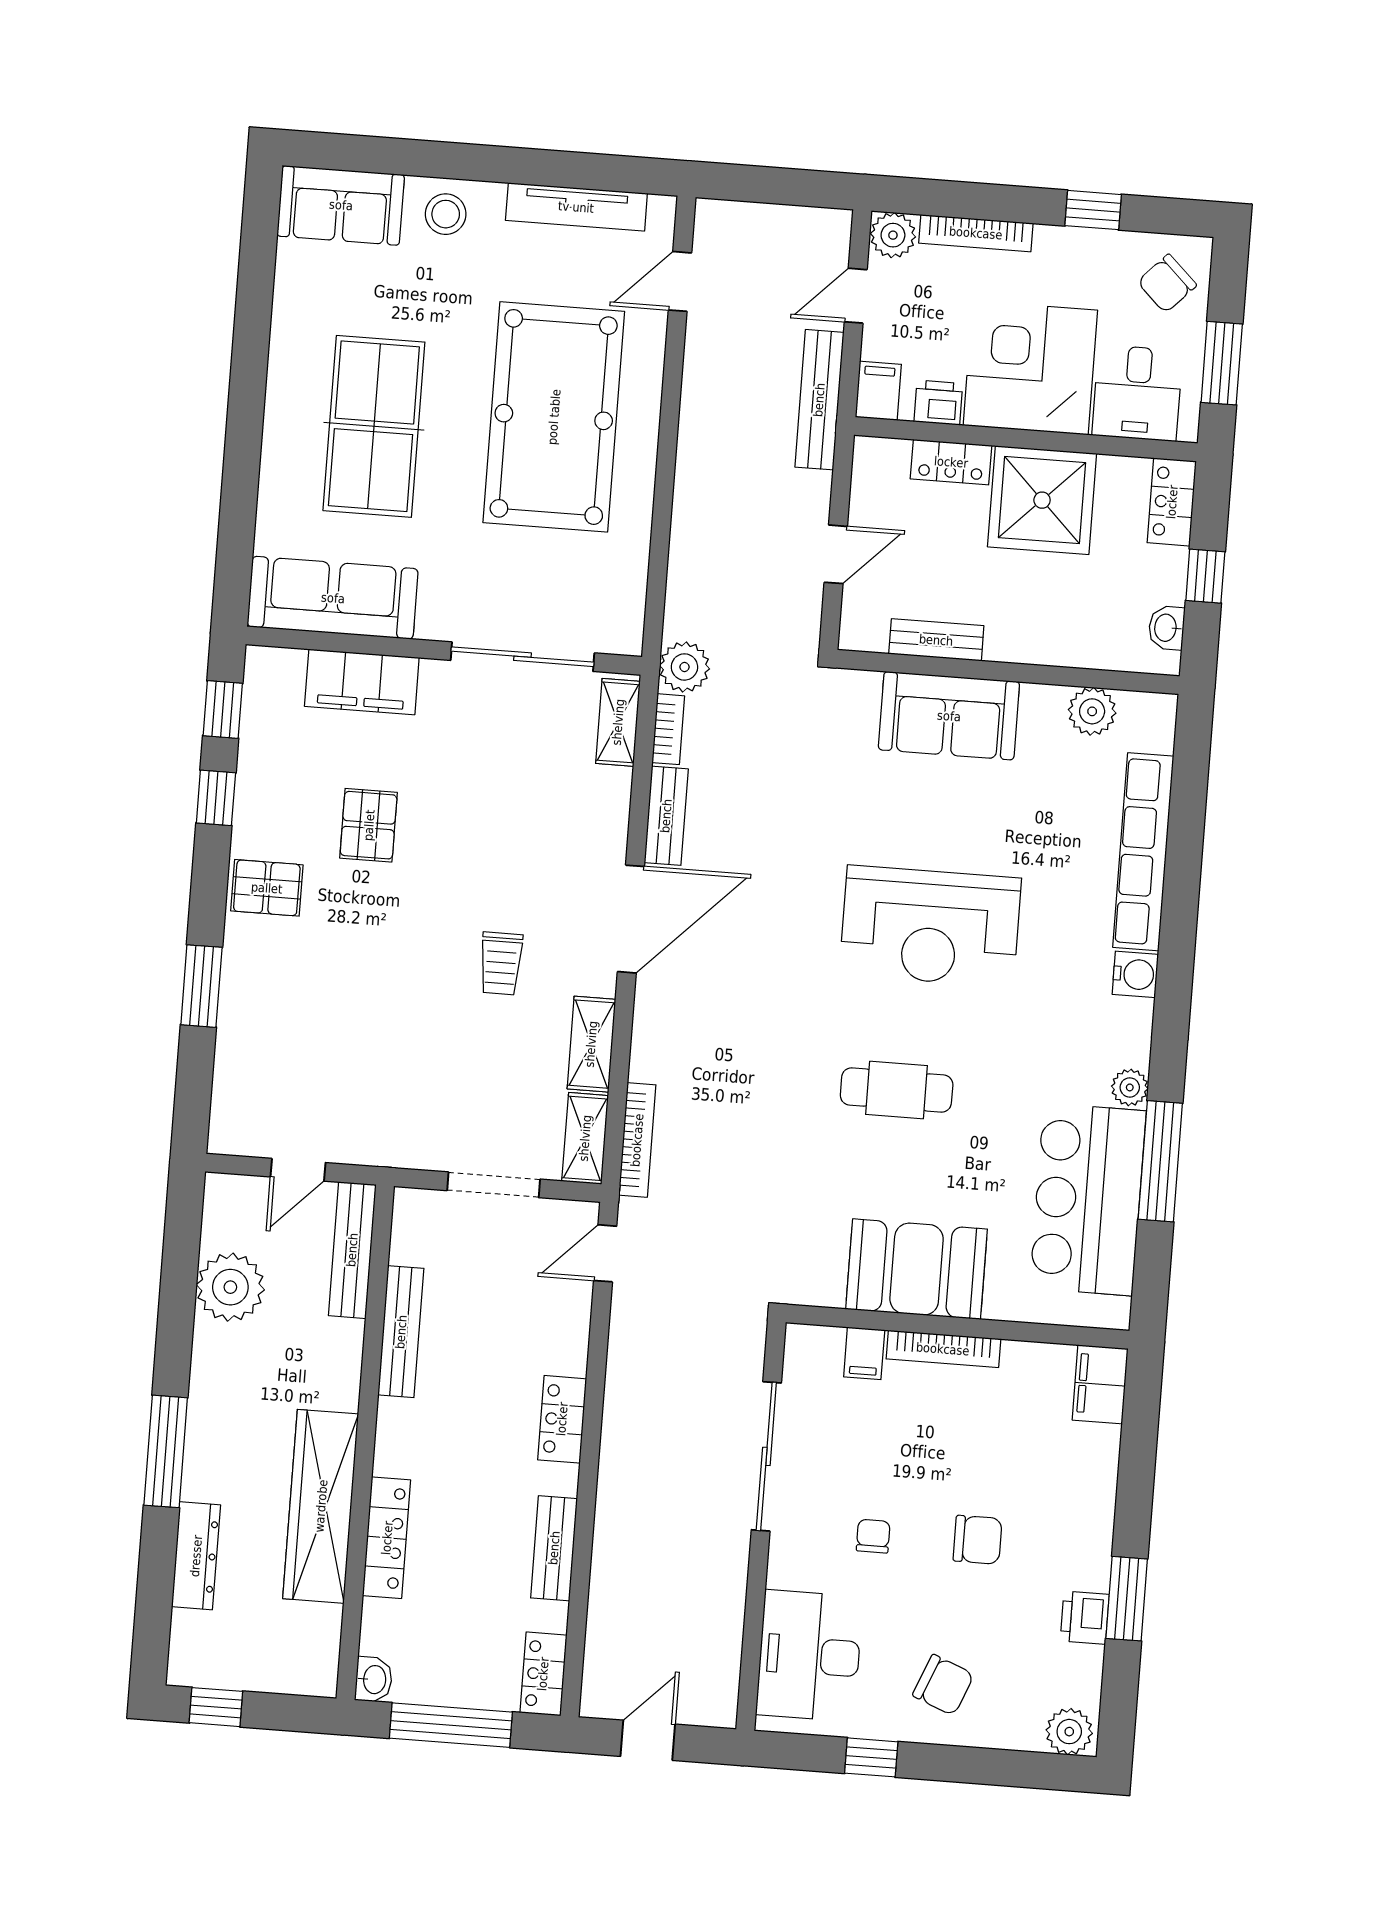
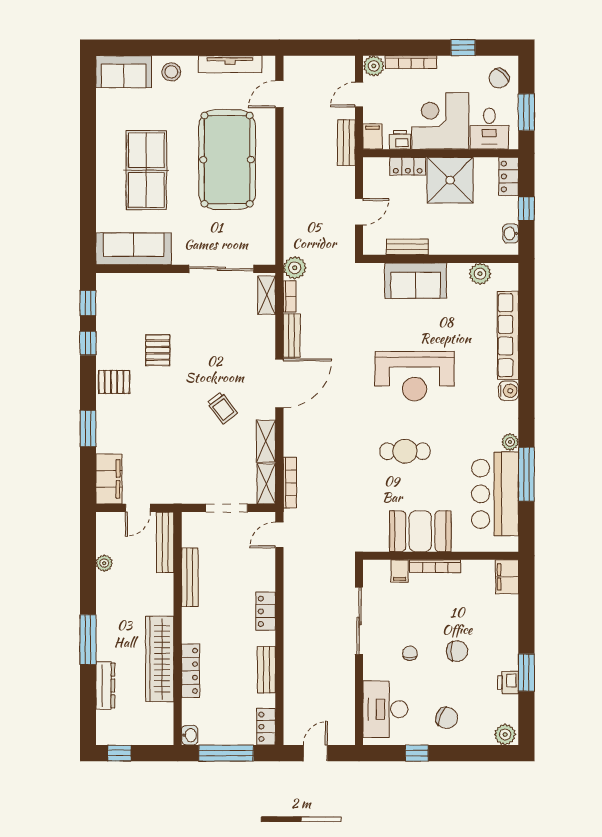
bench: (819, 400) -> (346, 143), width x0.73
filing cabinet: (362, 682) -> (109, 479), moved, turned -90
trolley: (501, 963) -> (222, 408), turned -37
plant: (230, 1287) -> (104, 563), width x0.53, depth x0.53

